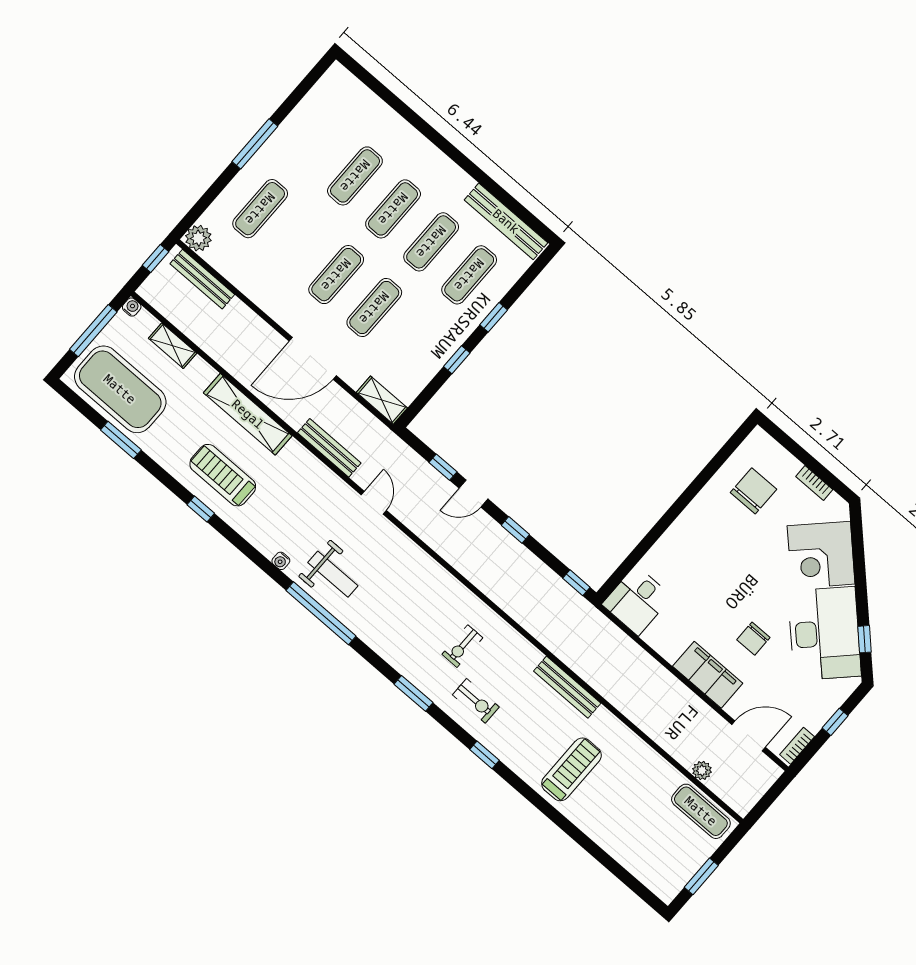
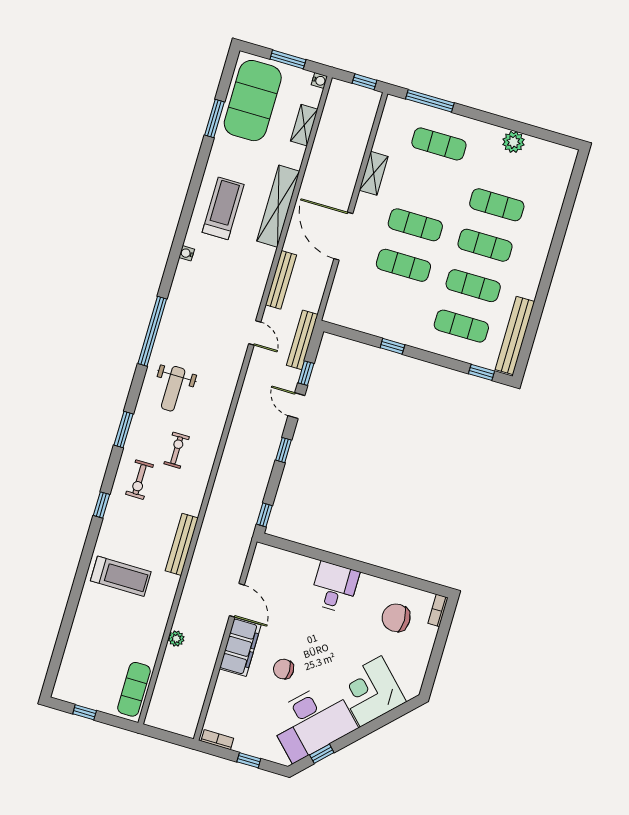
window: (255, 144) -> (430, 101), moved
plant: (198, 238) -> (514, 142), moved
bench: (202, 279) -> (302, 340), moved
window: (494, 317) -> (481, 372), moved
window: (93, 331) -> (288, 59), width x0.69
shelving: (382, 400) -> (374, 173), moved
bookcase: (814, 483) -> (438, 610), moved
chair: (754, 491) -> (396, 618), turned 180
door: (374, 503) -> (255, 333), hinge flipped
window: (201, 509) -> (190, 203), removed
water cooler: (281, 561) -> (187, 253), moved
weight bench: (333, 574) -> (173, 389), moved
desk: (637, 601) -> (335, 587), moved, turned 90
exercise bike: (462, 646) -> (177, 450), turned 90
door: (749, 736) -> (237, 600), moved
plant: (702, 770) -> (176, 639), moved
window: (701, 876) -> (85, 712), width x0.67

